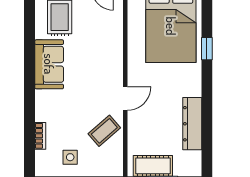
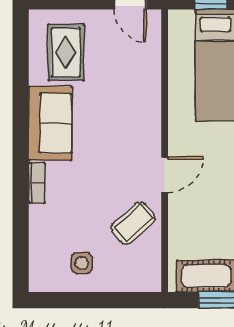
bookcase: (40, 136) -> (37, 183), moved

